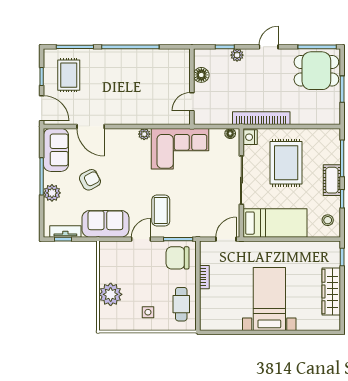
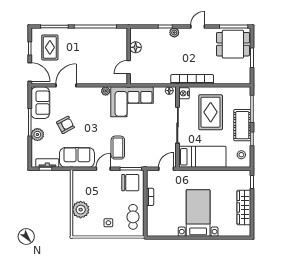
floor lamp: (201, 75) -> (136, 47), moved
wall: (192, 87) -> (129, 56), moved
door: (192, 102) -> (129, 67), moved
door: (91, 126) -> (66, 85), swing flipped
cot: (332, 180) -> (242, 125), width x1.37, depth x1.34
chair: (178, 258) -> (130, 183), turned 180

